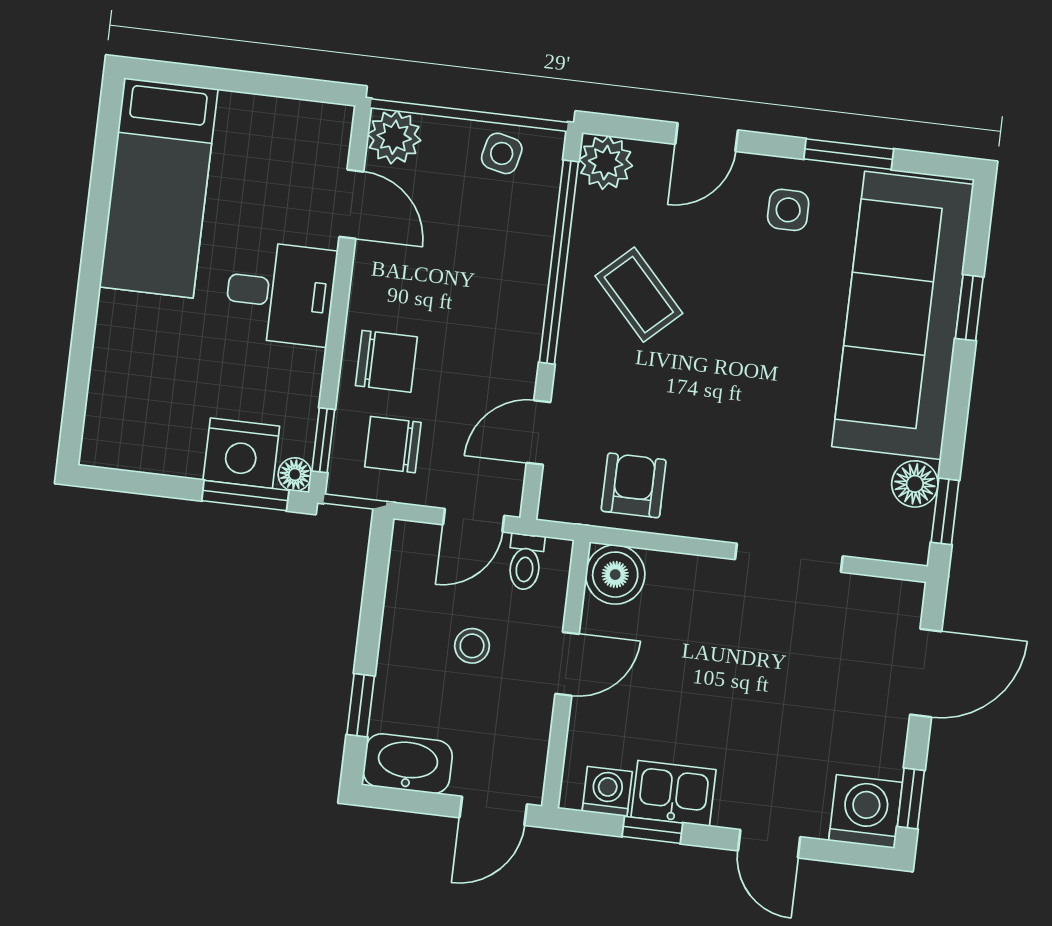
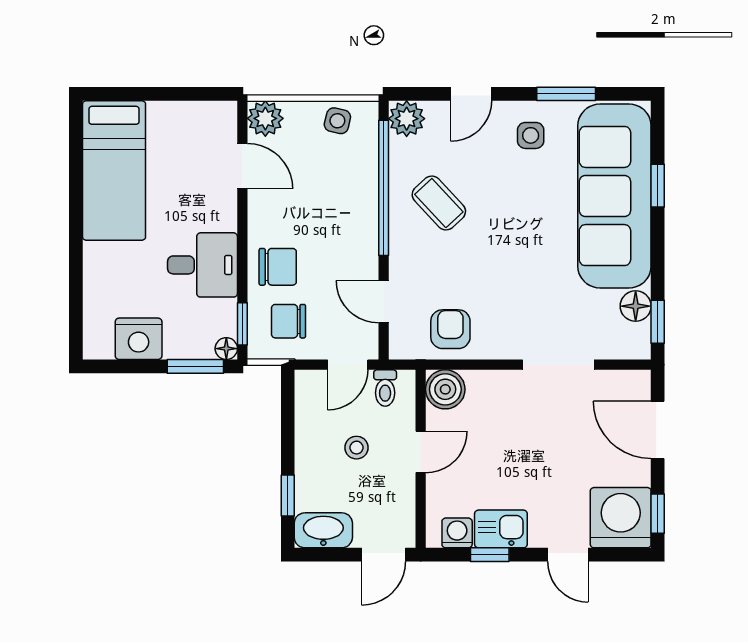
desk: (280, 293) -> (202, 265), moved
door: (539, 433) -> (384, 302), hinge flipped
nightstand: (241, 453) -> (139, 339), moved
door: (926, 673) -> (658, 430), swing flipped
washing machine: (866, 812) -> (621, 518), width x1.37, depth x1.37

